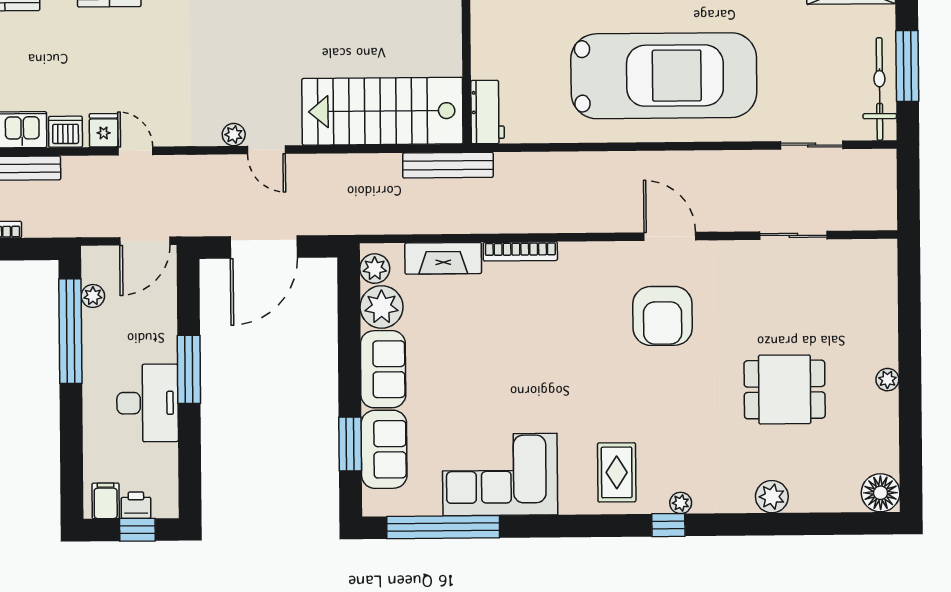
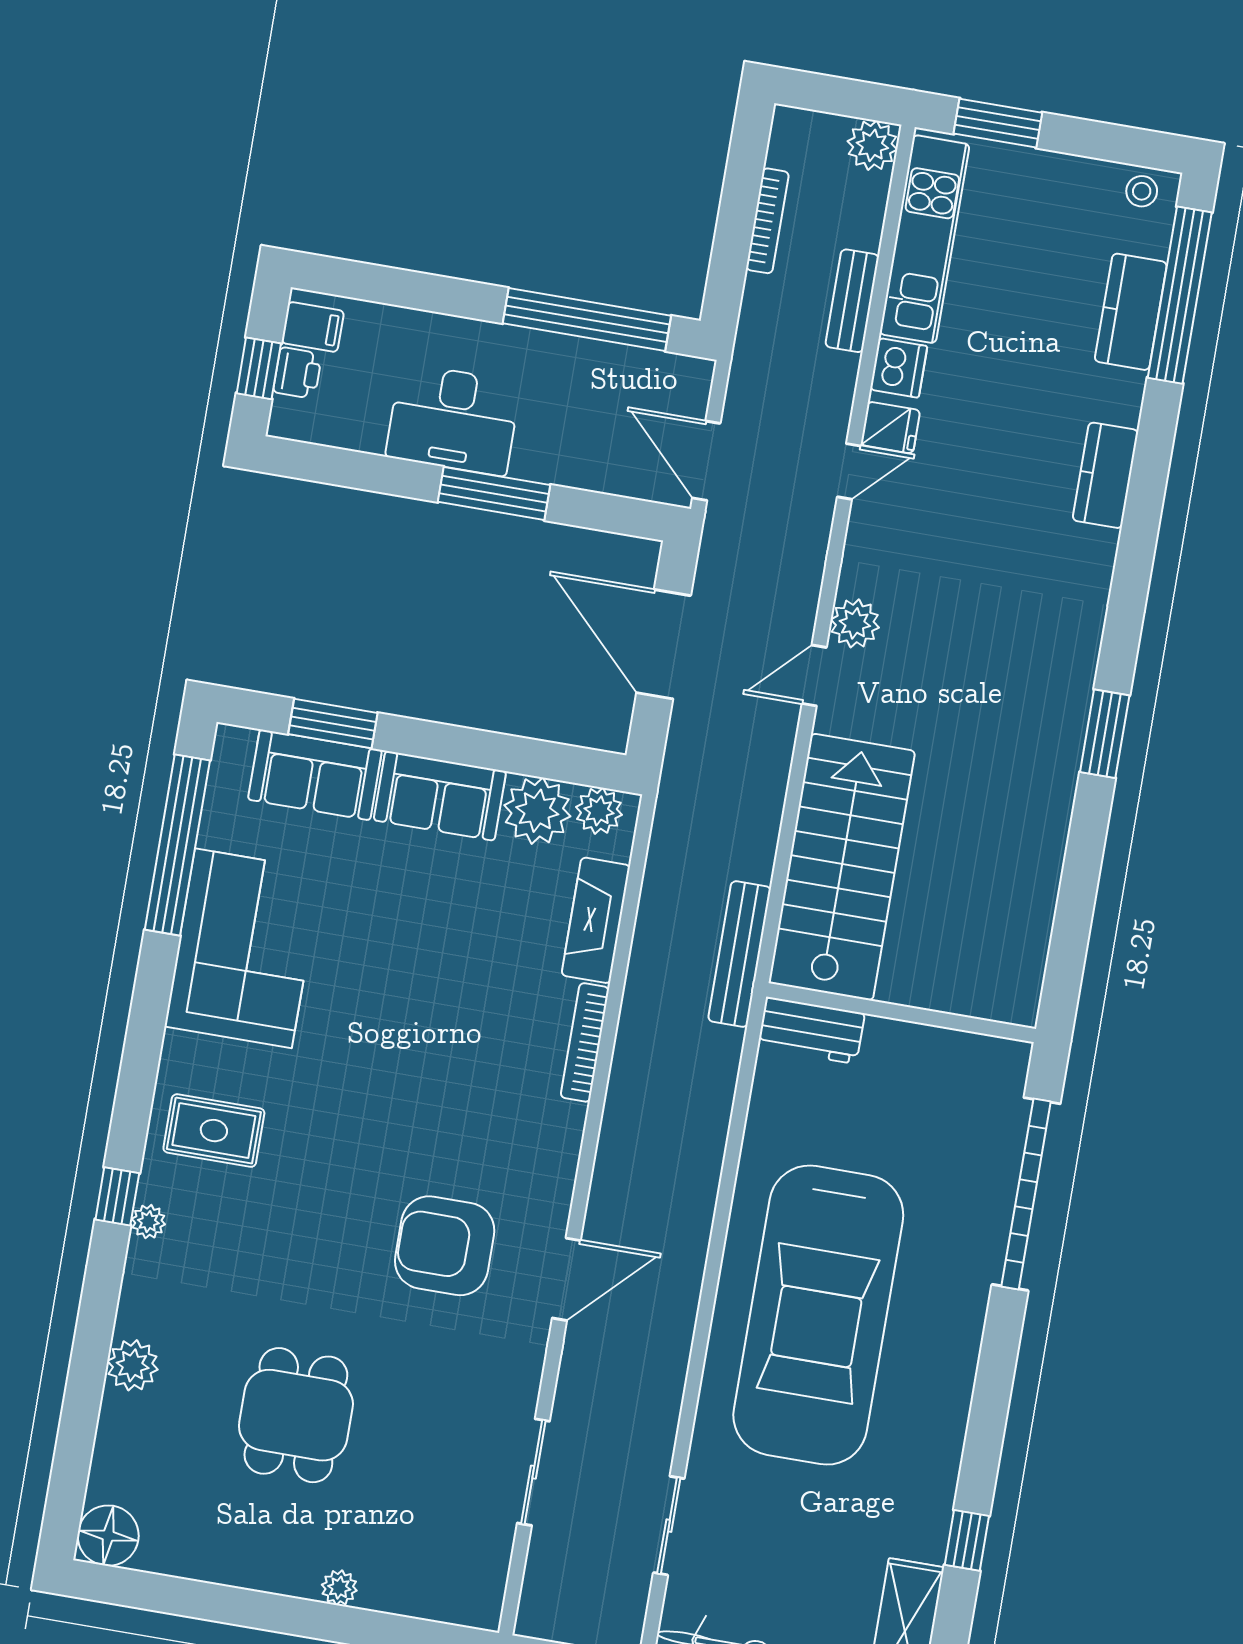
plant: (234, 135) -> (855, 623), width x1.38, depth x1.38
plant: (93, 296) -> (635, 364), removed
plant: (887, 380) -> (339, 1588), moved

